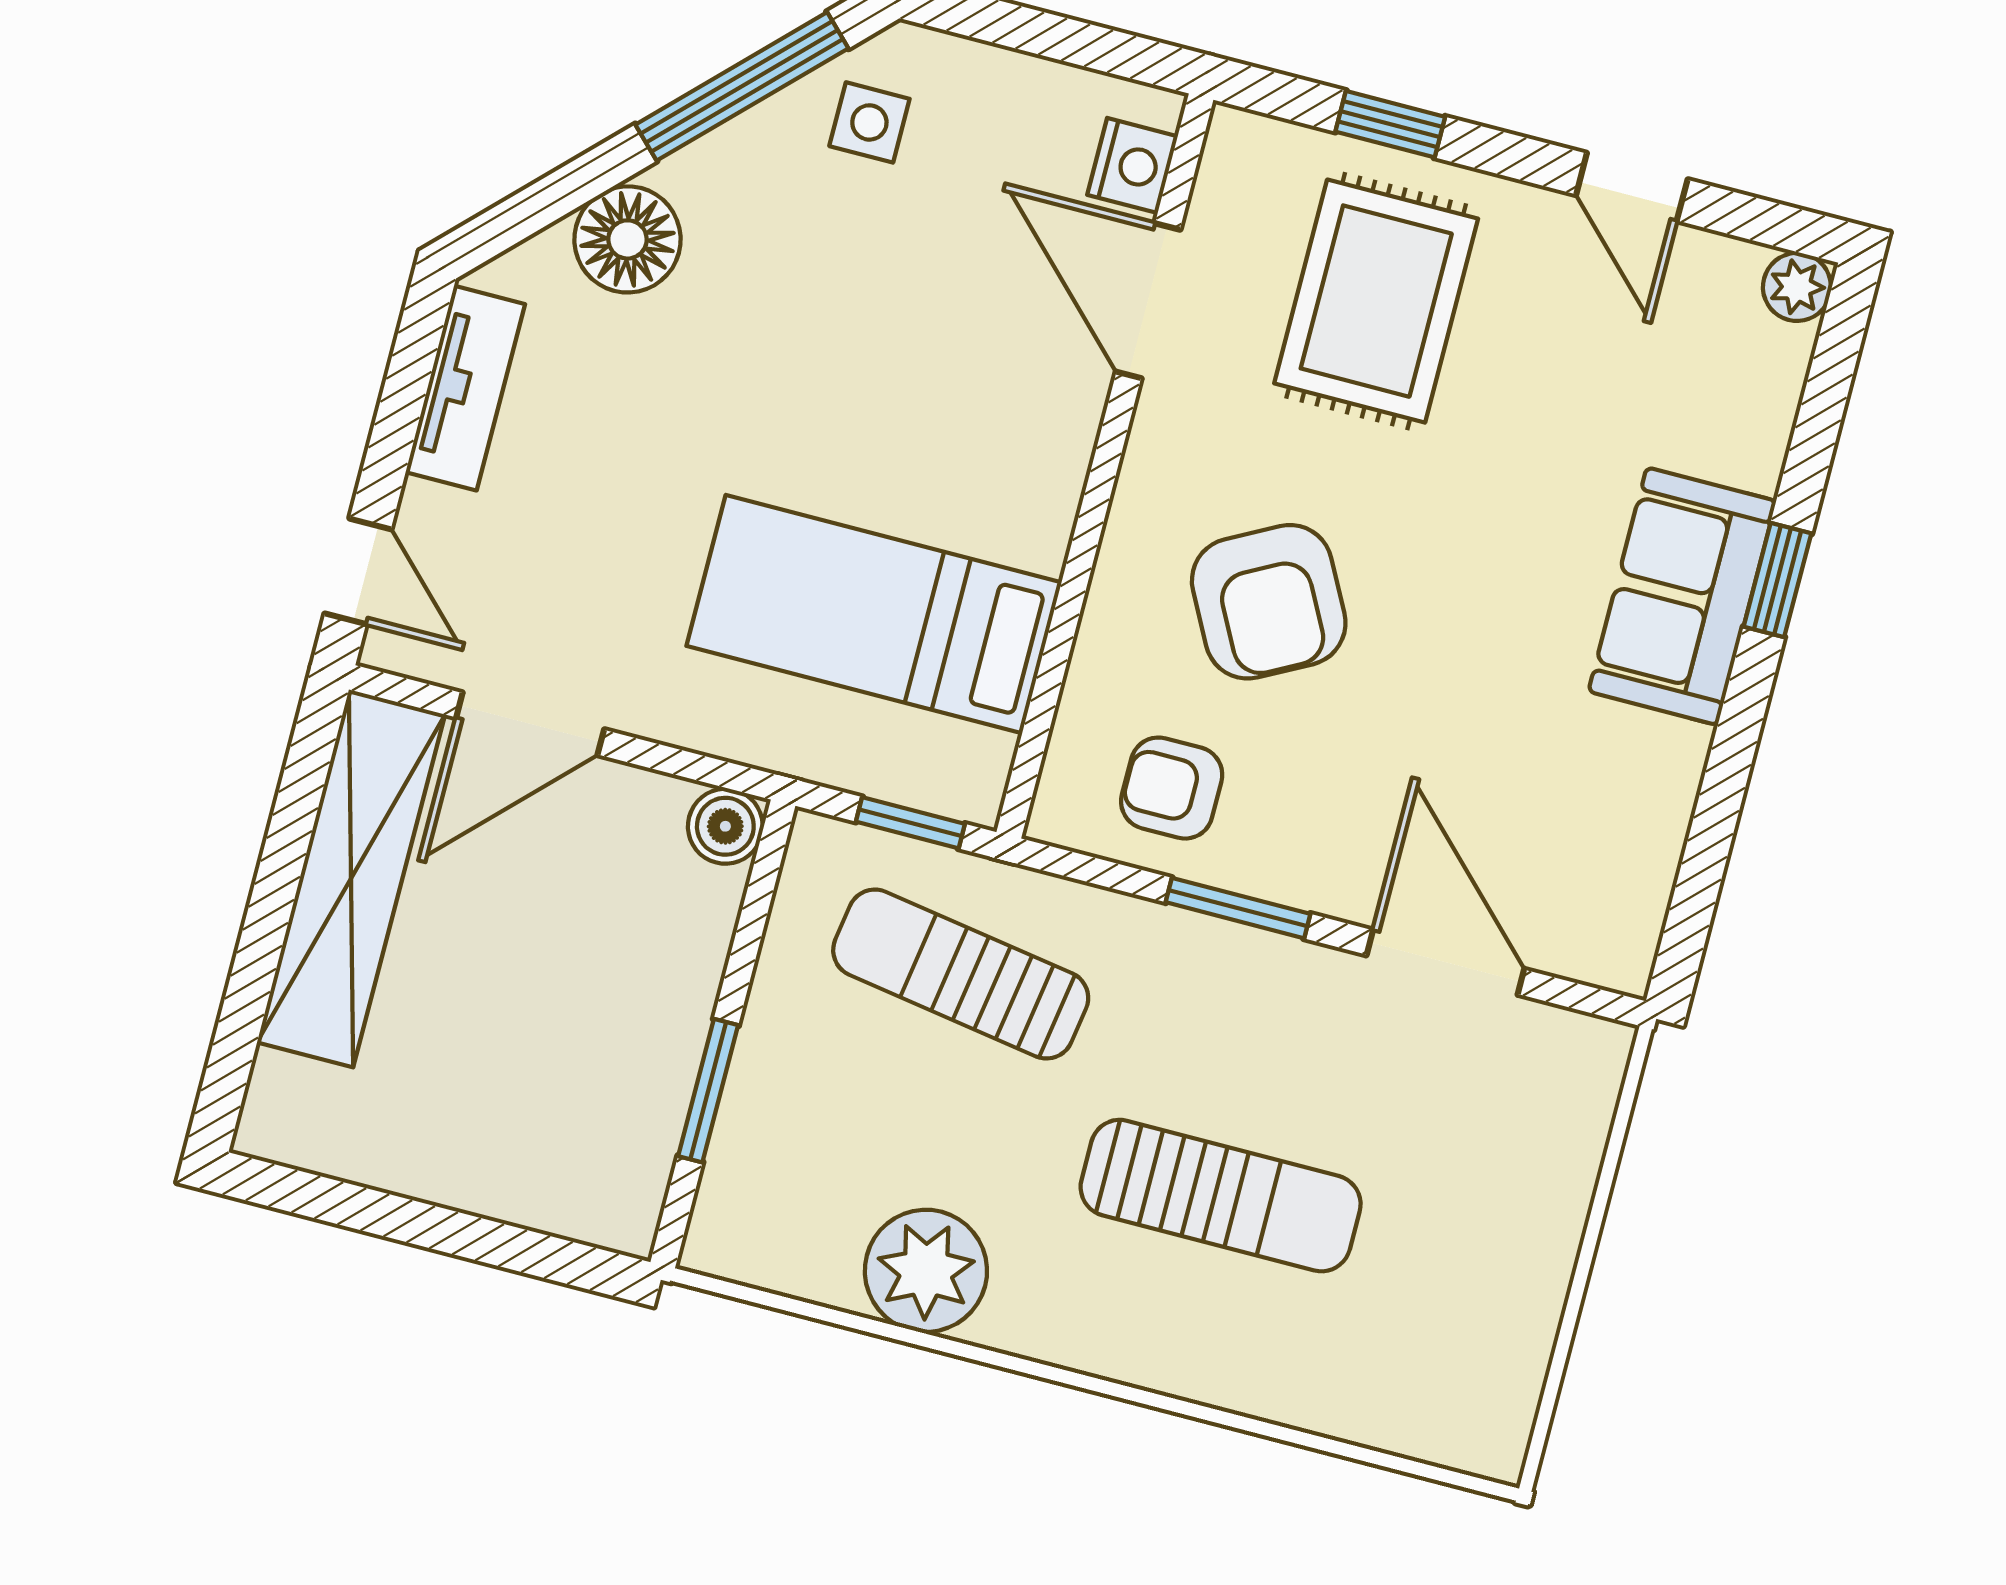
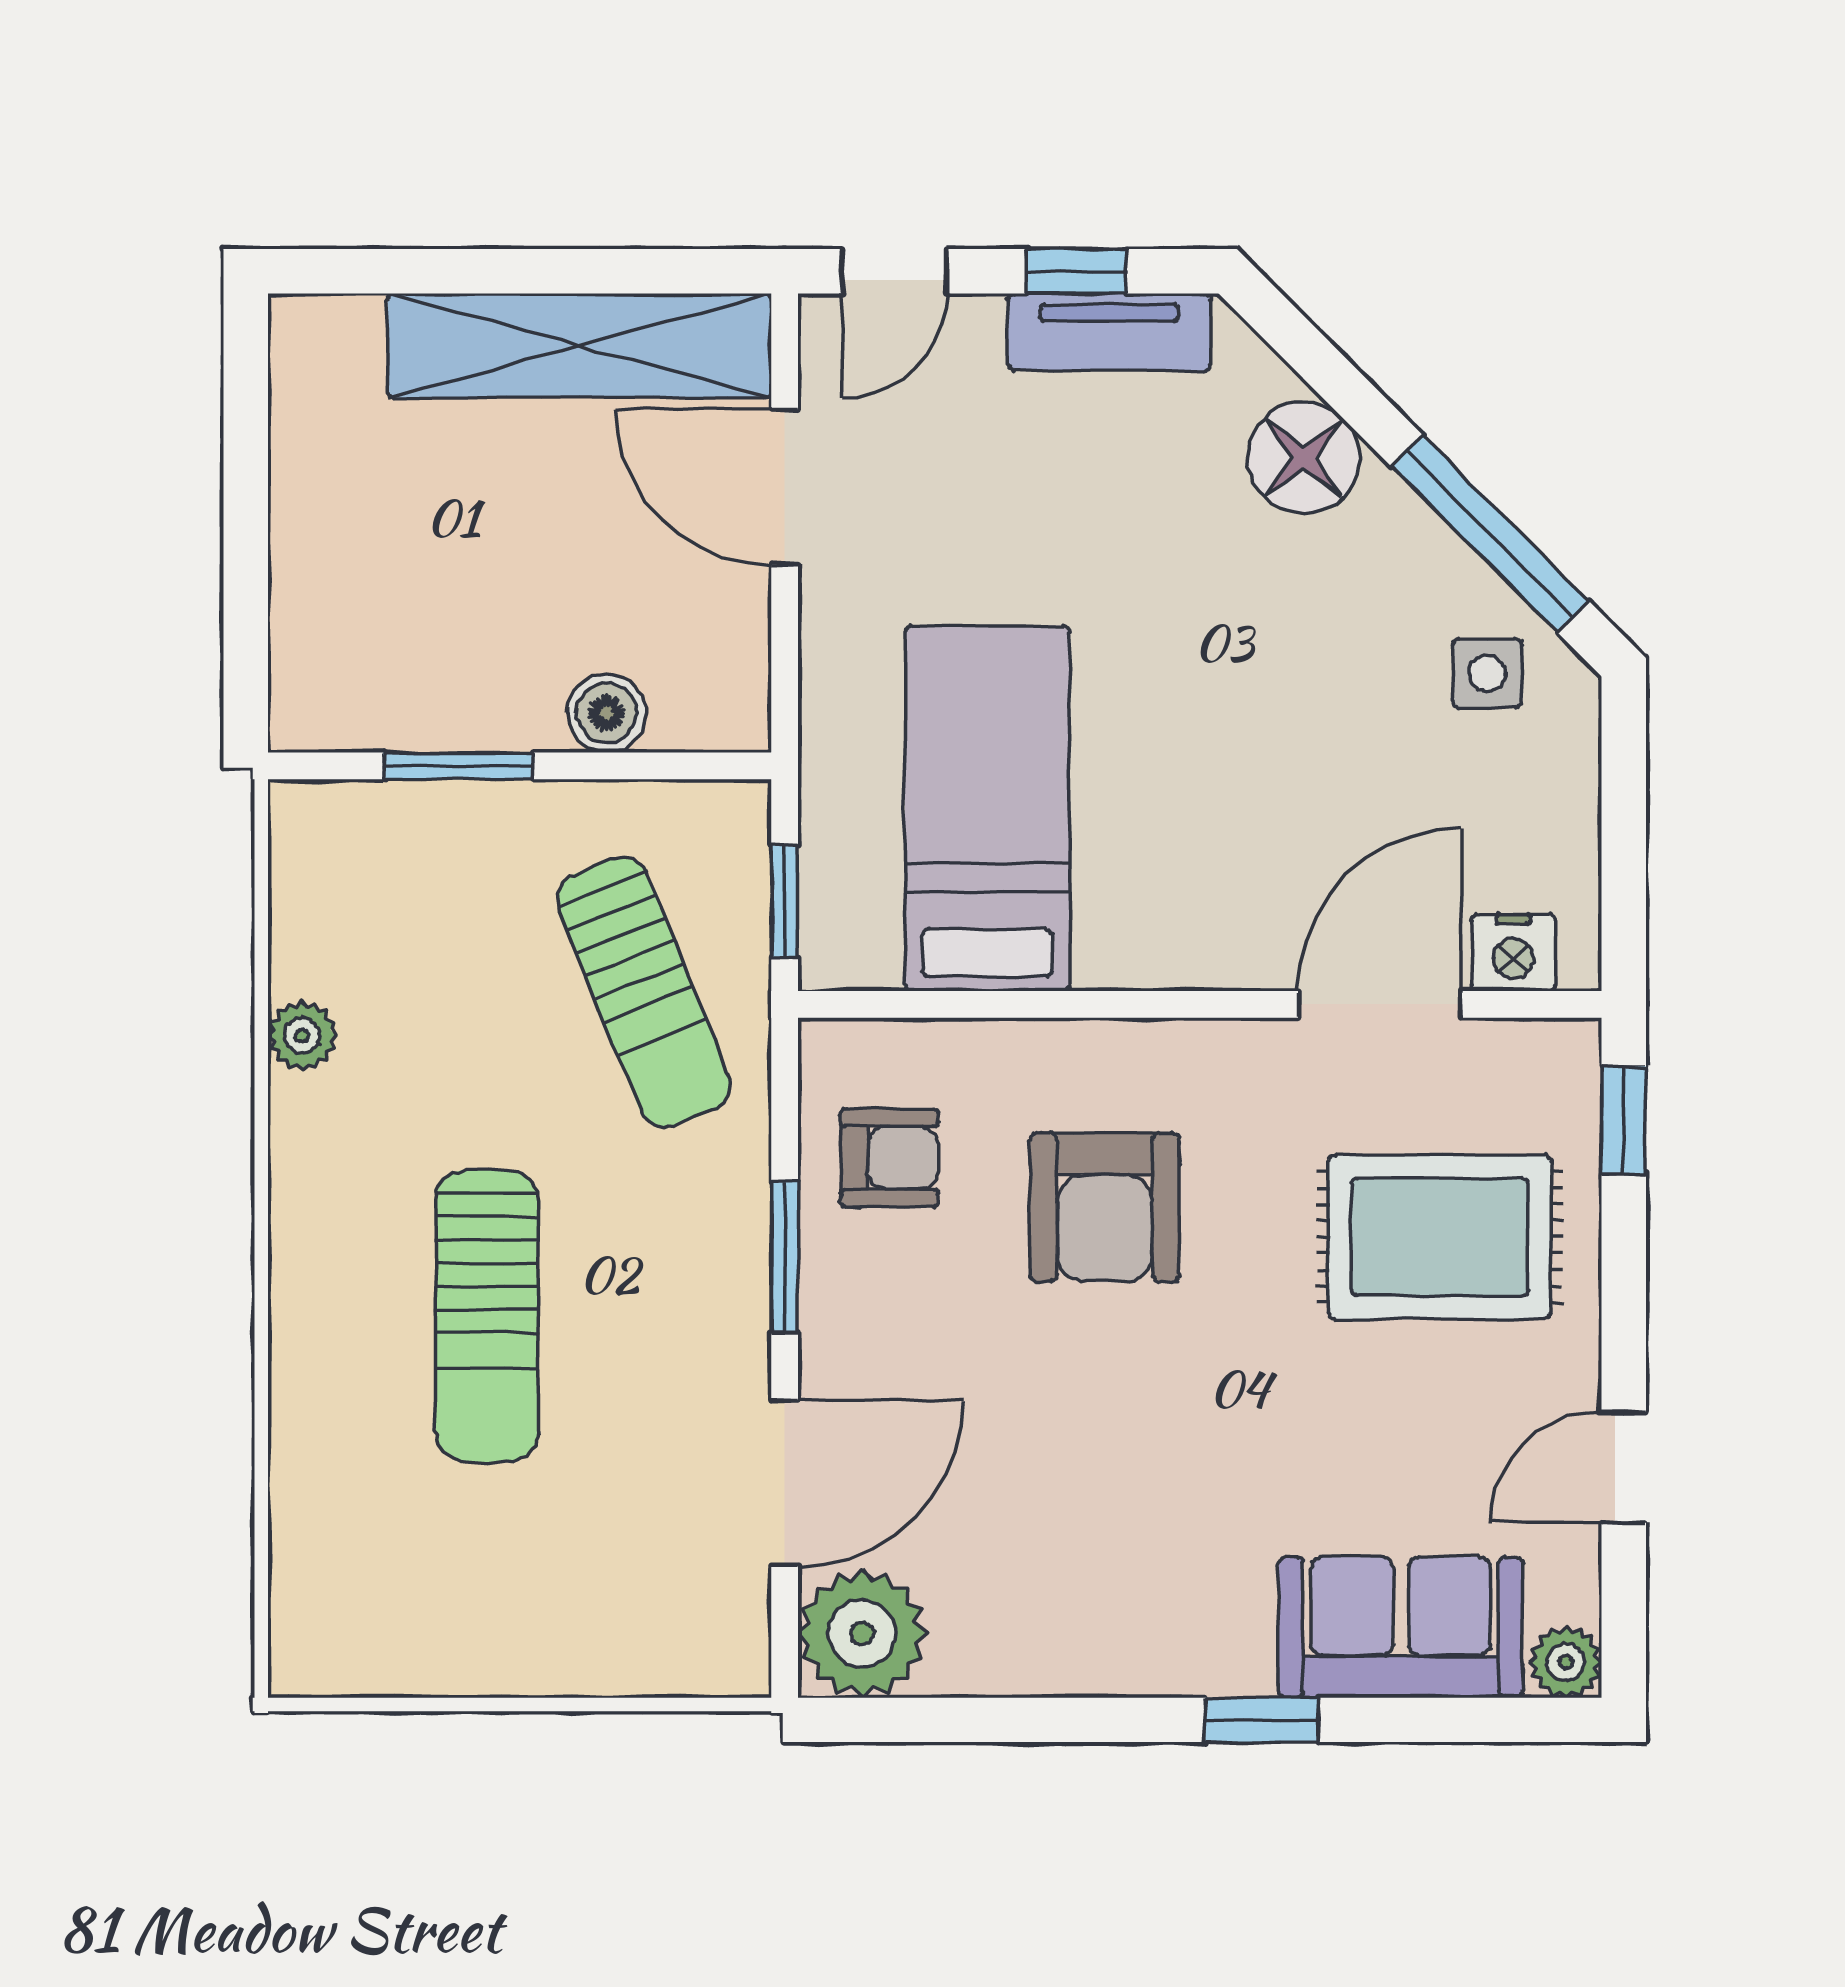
window: (1390, 124) -> (1624, 1121), moved
window: (401, 404) -> (1076, 271), added
sofa: (1682, 596) -> (1401, 1627), moved
armchair: (1269, 602) -> (1105, 1207), turned -62
armchair: (1172, 788) -> (889, 1158), turned 90
boiler: (725, 826) -> (607, 713), moved
plant: (1602, 927) -> (862, 1634), added
sun lounger: (961, 974) -> (644, 992), turned 149
plant: (926, 1271) -> (302, 1036), width x0.53, depth x0.53

